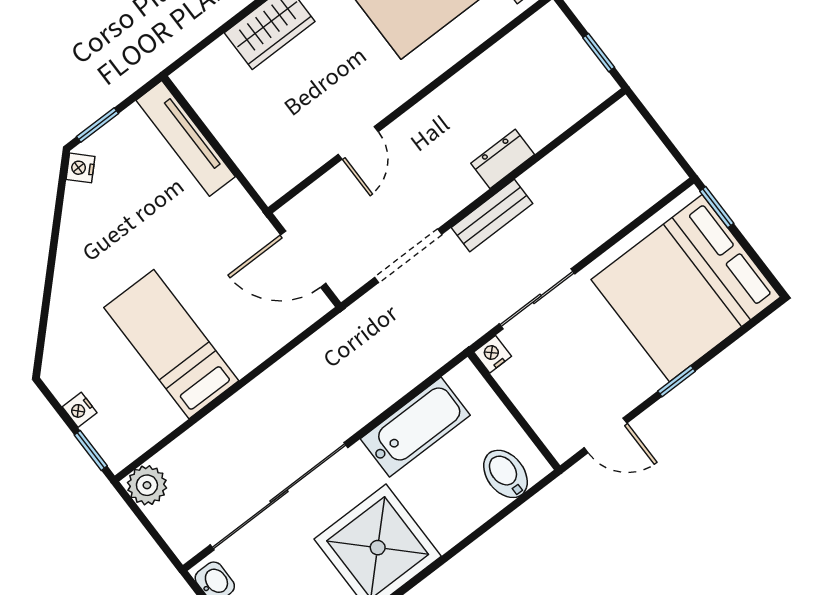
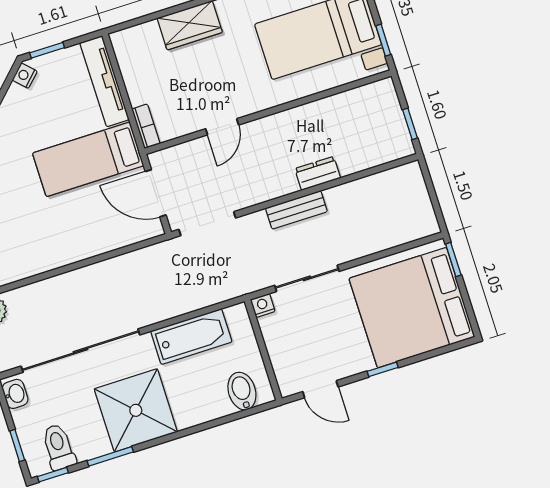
bookcase: (260, 177) -> (146, 126), added
doorway: (408, 256) -> (207, 224), moved
bed: (171, 344) -> (88, 159), moved, turned -90

